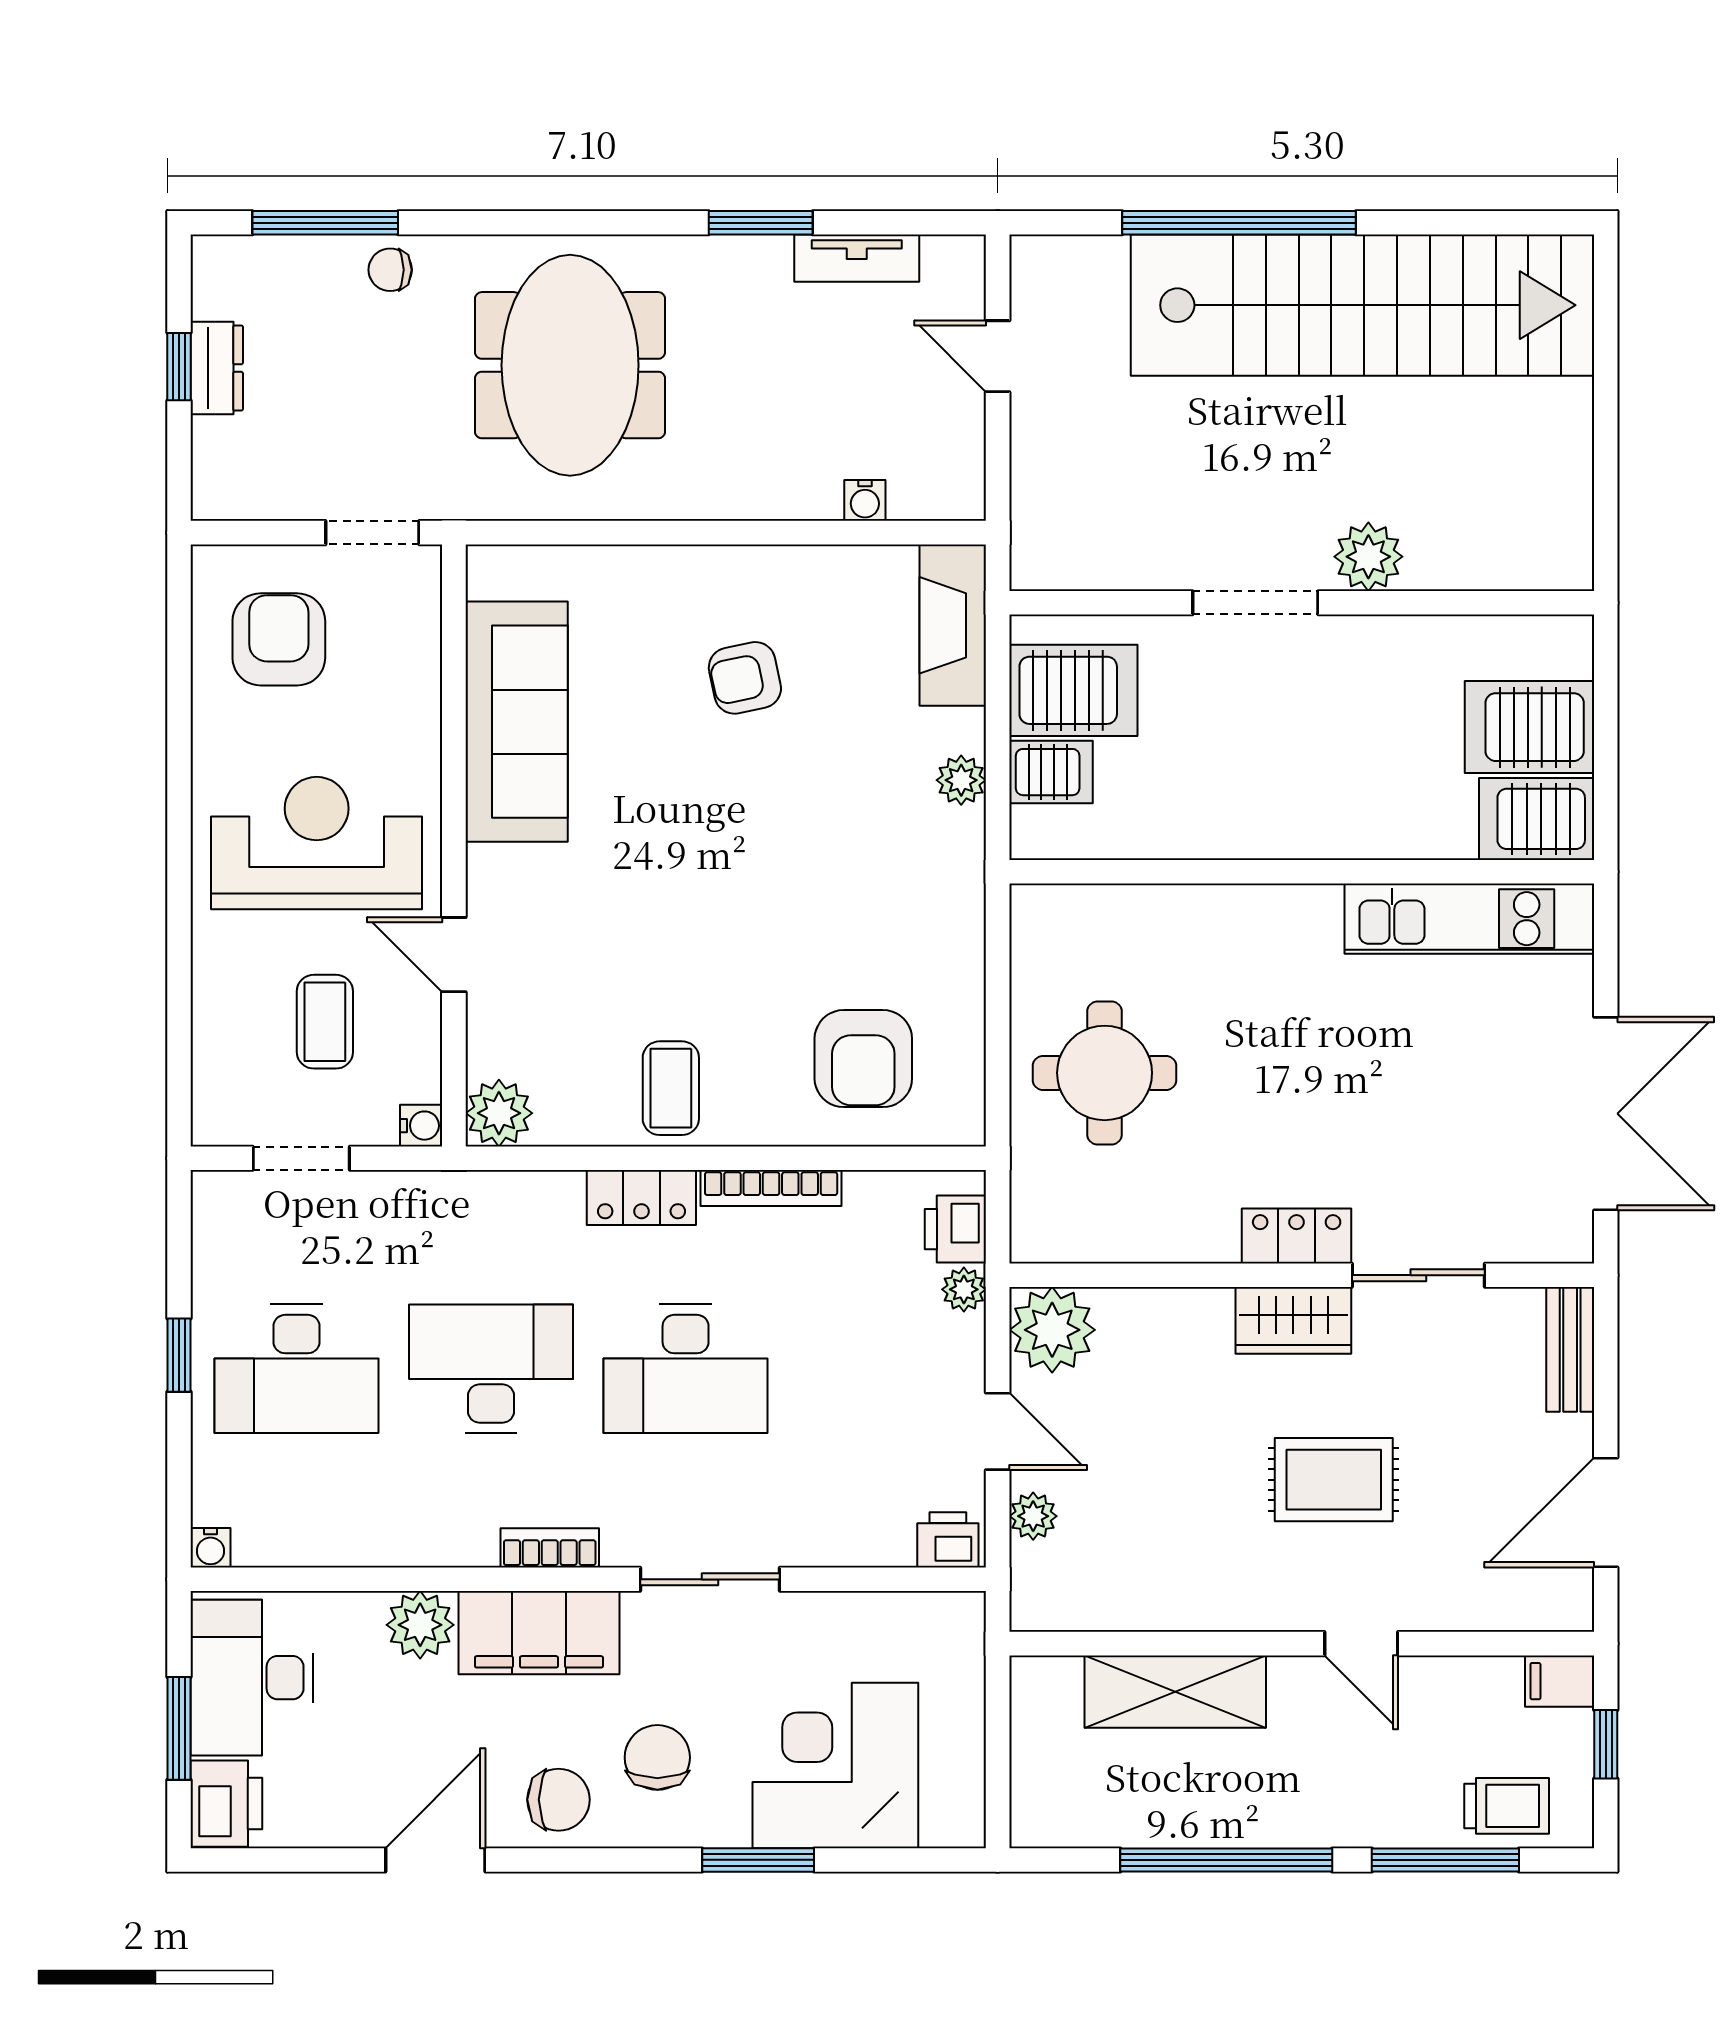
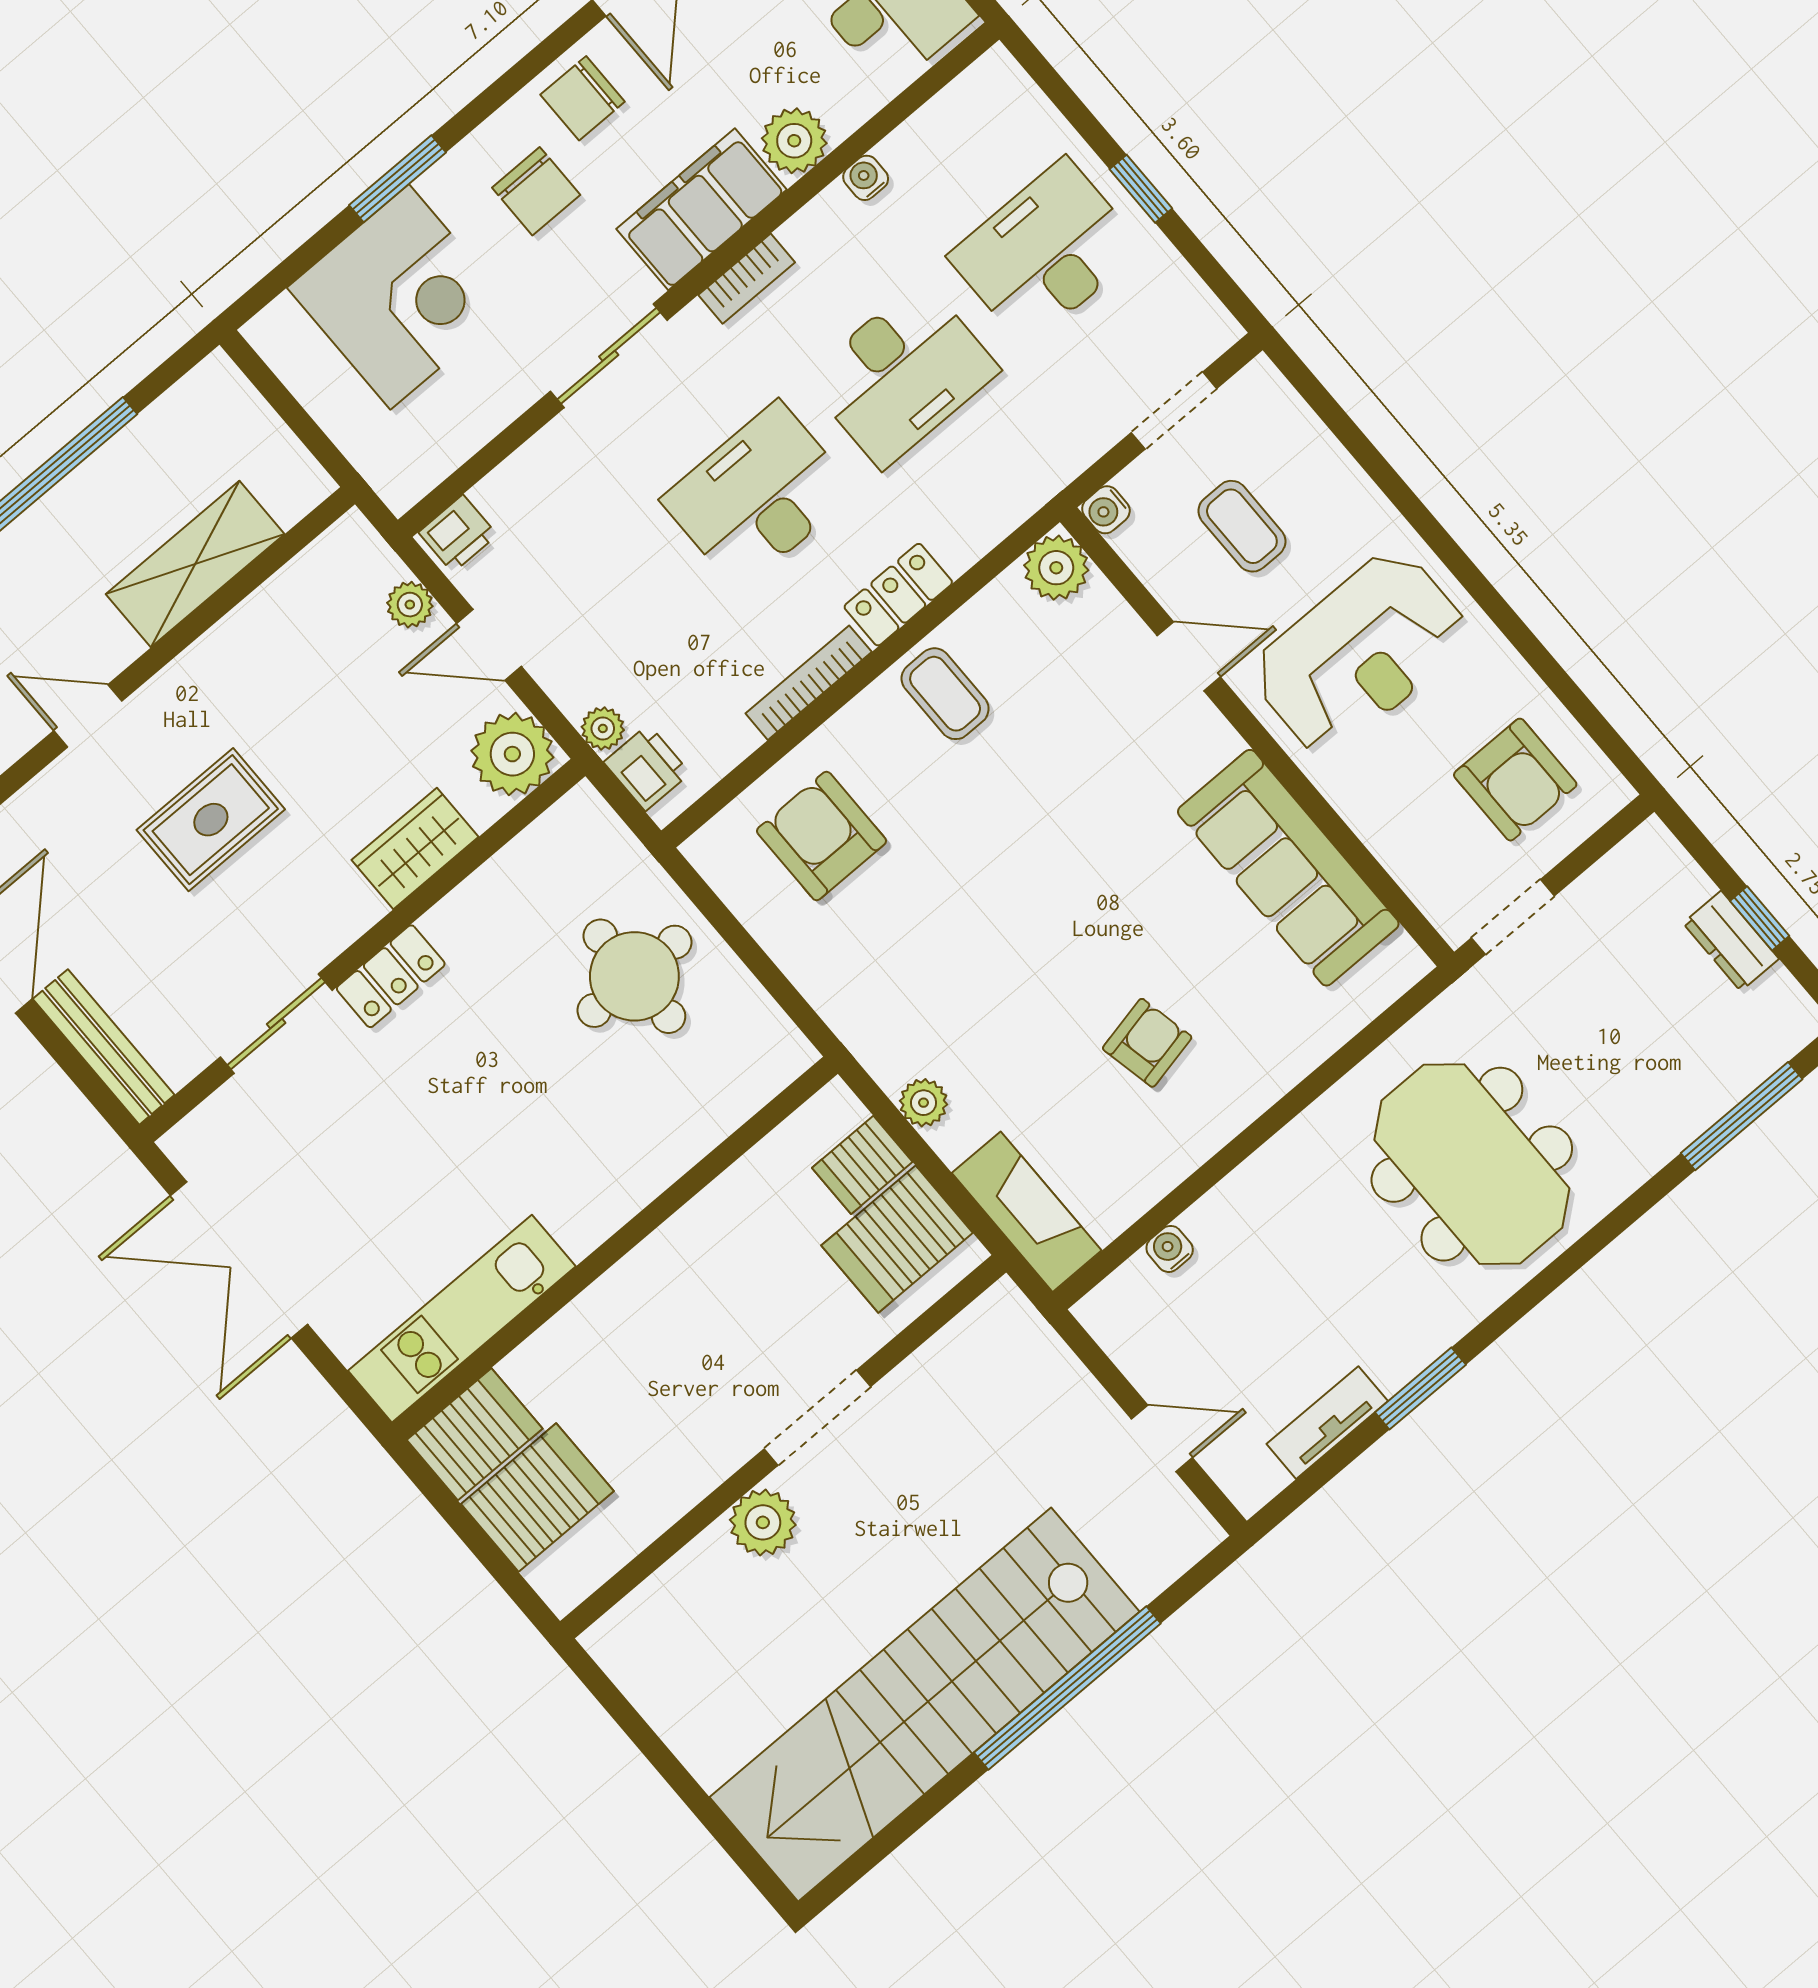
chair: (390, 270) -> (1664, 1122), removed
wardrobe: (1293, 1320) -> (415, 848), moved
bench: (1570, 1349) -> (104, 1047), width x1.36
water cooler: (211, 1548) -> (866, 178), moved

